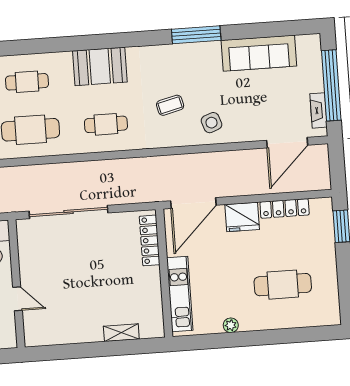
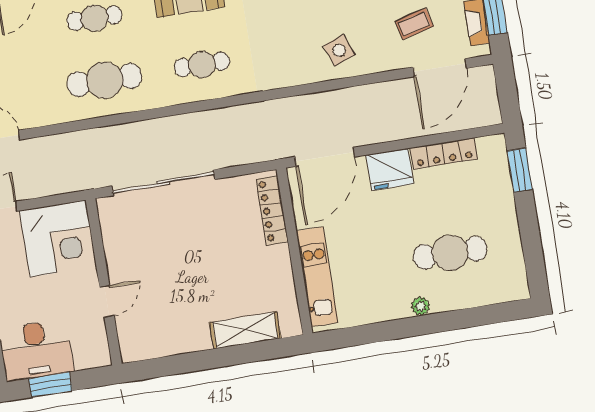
coffee table: (170, 105) -> (414, 24), moved
door: (18, 299) -> (107, 301), hinge flipped
plant: (231, 325) -> (420, 306), moved
shelving: (121, 333) -> (245, 330), width x1.50, depth x1.33

